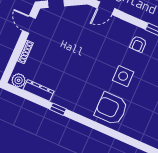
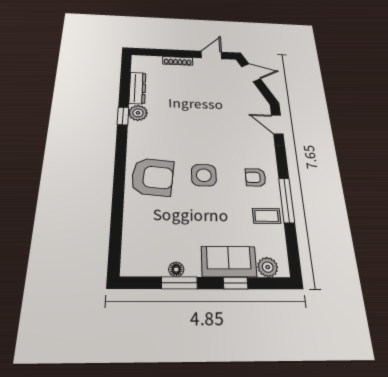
plant: (19, 80) -> (138, 113), moved
armchair: (111, 109) -> (152, 177), turned 95

